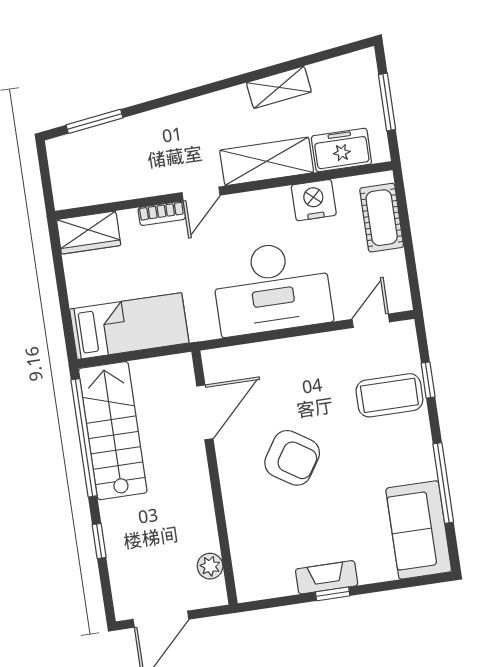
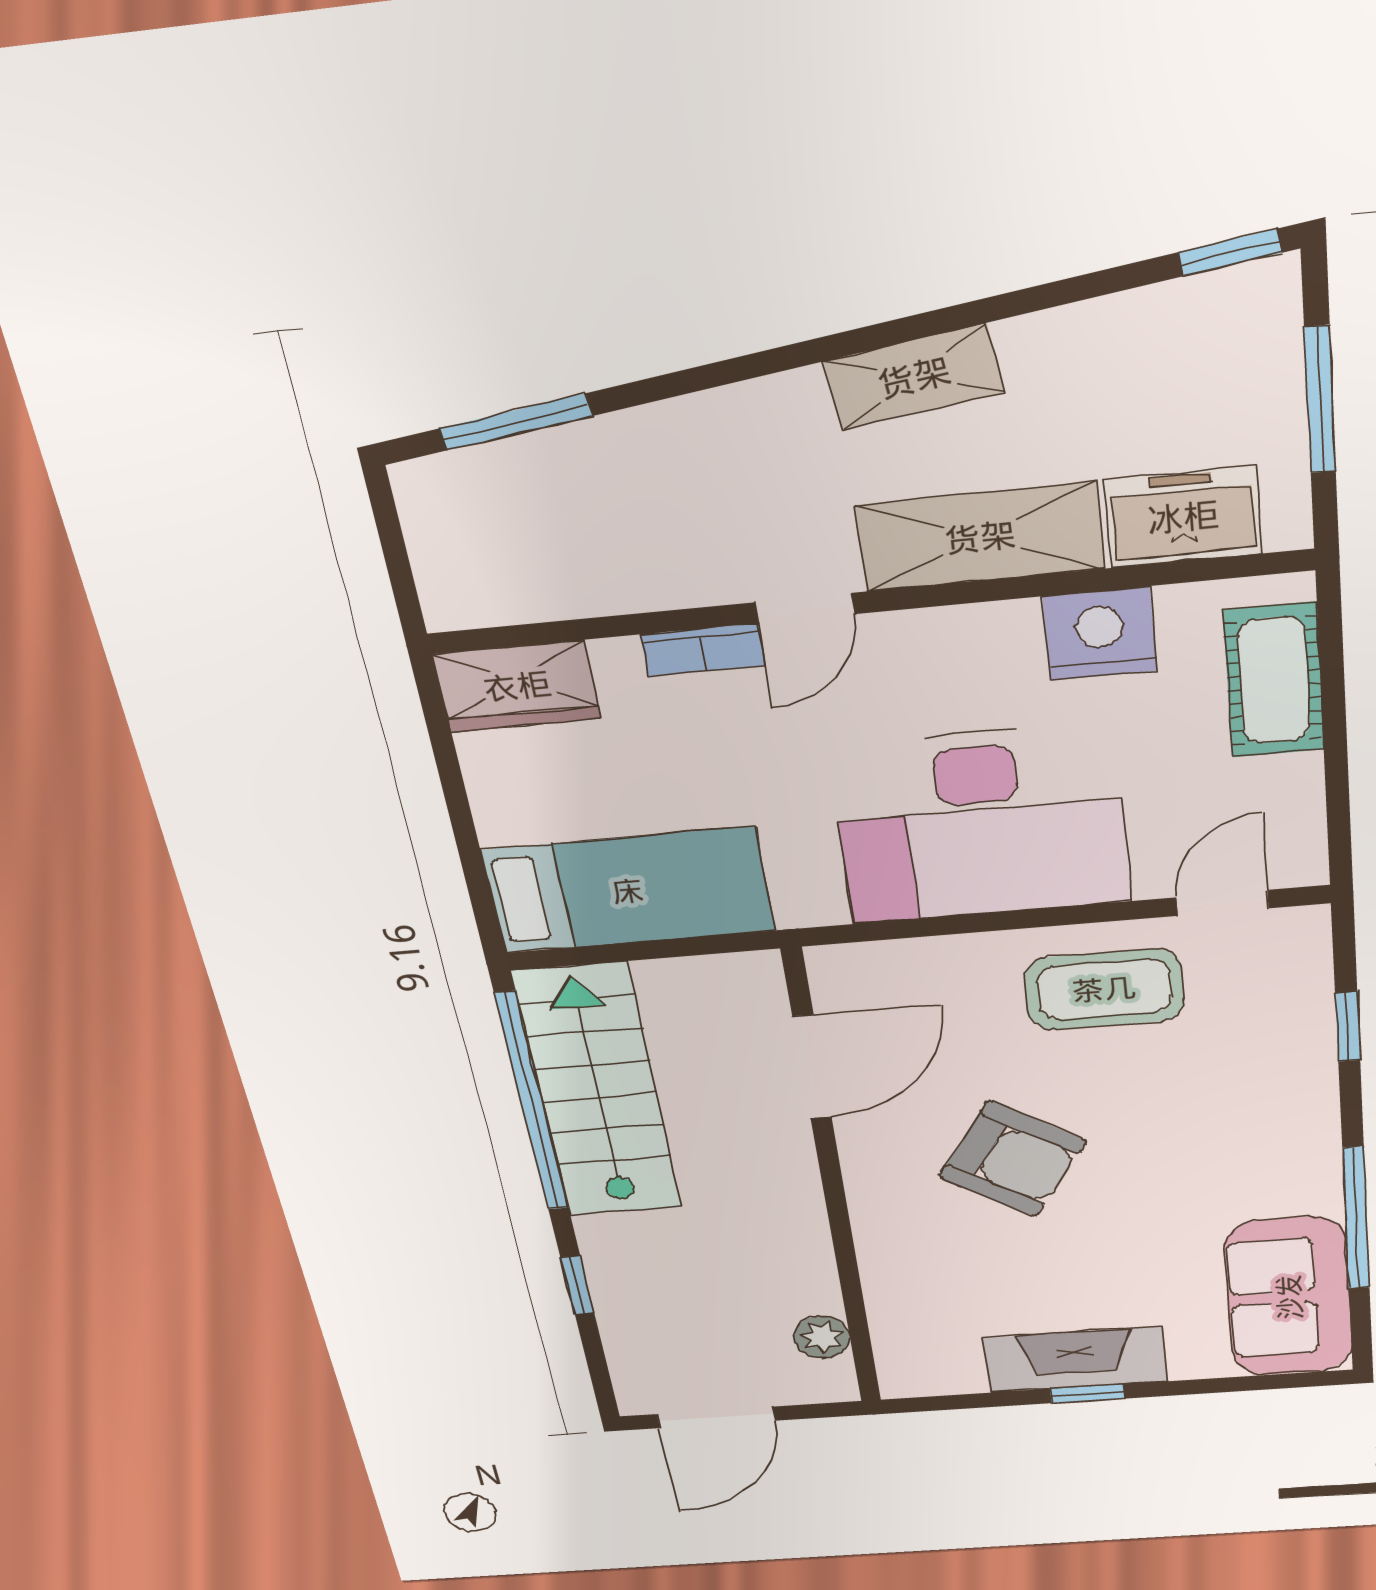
window: (350, 48) -> (1230, 253), added
shelving: (279, 87) -> (914, 377), moved
coffee table: (389, 395) -> (1104, 989), moved
fireplace: (327, 577) -> (1076, 1360), width x1.37, depth x1.32

